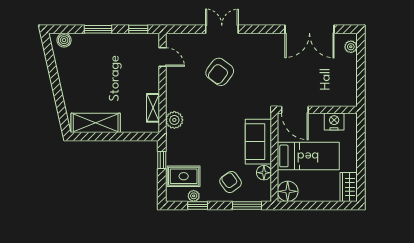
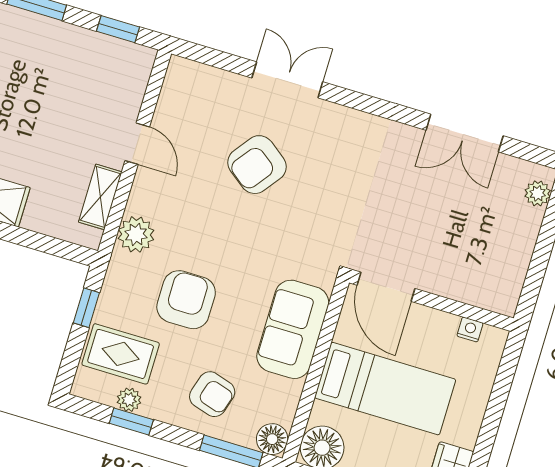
double door: (309, 29) -> (465, 133), width x0.73
door: (163, 57) -> (137, 144), moved
nightstand: (334, 121) -> (470, 329), width x0.53, depth x0.56
armchair: (206, 143) -> (186, 300), added
floor lamp: (264, 173) -> (272, 439), moved
armchair: (231, 182) -> (212, 394), turned 143

